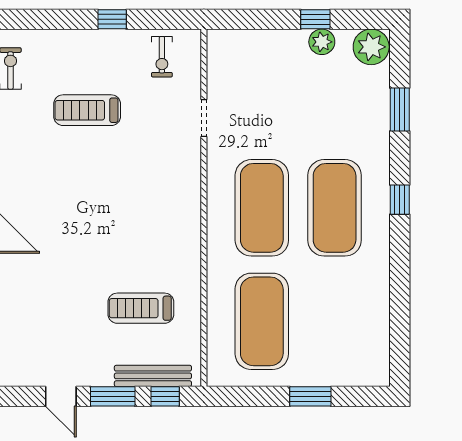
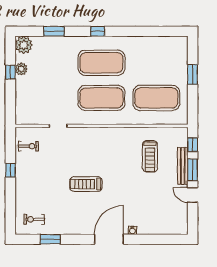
treadmill: (87, 110) -> (86, 184), moved, turned 90
bench: (153, 376) -> (183, 166), moved
door: (61, 396) -> (193, 195), swing flipped

